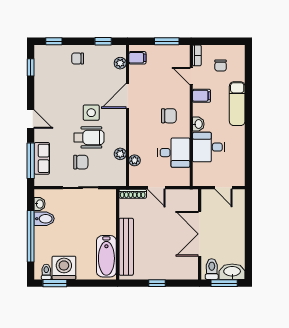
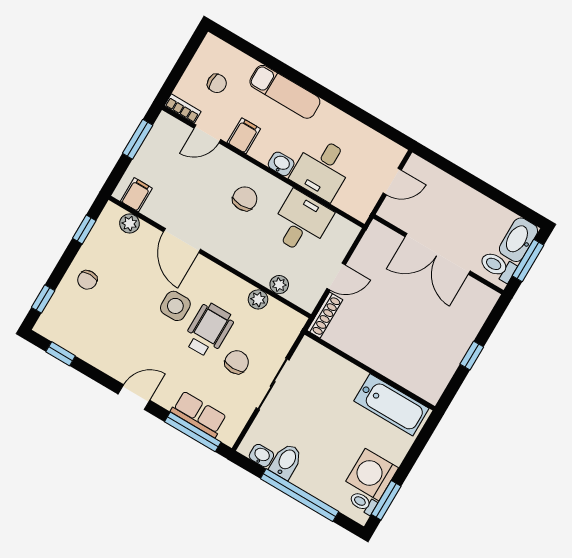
bench: (126, 247) -> (394, 369), removed

